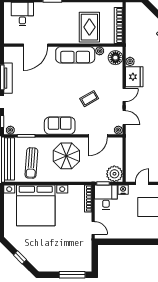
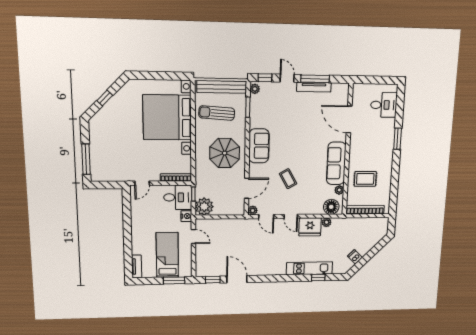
rug: (89, 27) -> (365, 179), width x0.73, depth x0.70
door: (124, 118) -> (266, 217), hinge flipped
door: (98, 136) -> (247, 188), swing flipped

